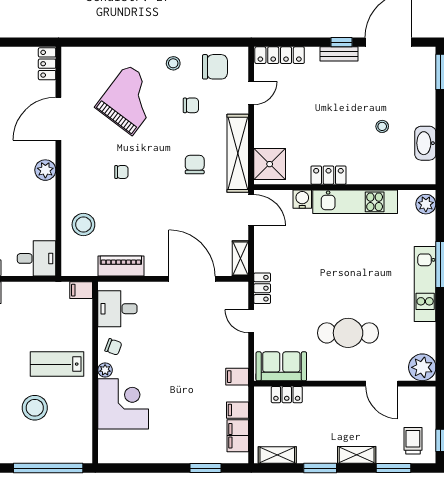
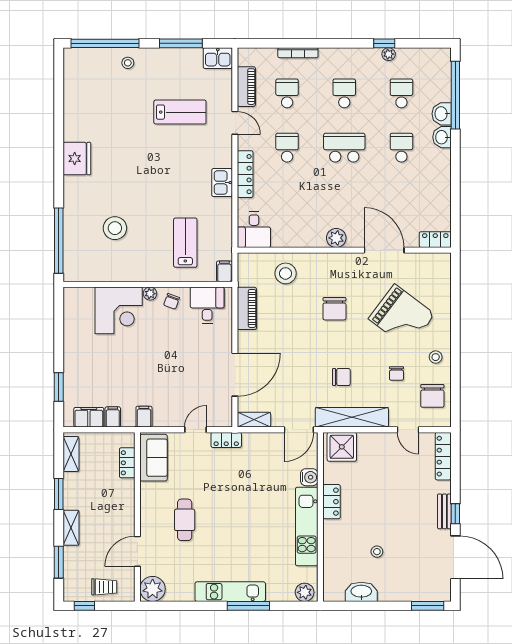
chair: (121, 172) -> (334, 309), width x1.87, depth x1.87
cafe table: (348, 333) -> (185, 520), width x0.73, depth x0.74
lab bench: (57, 364) -> (185, 243), moved
trolley: (413, 441) -> (104, 587), moved

